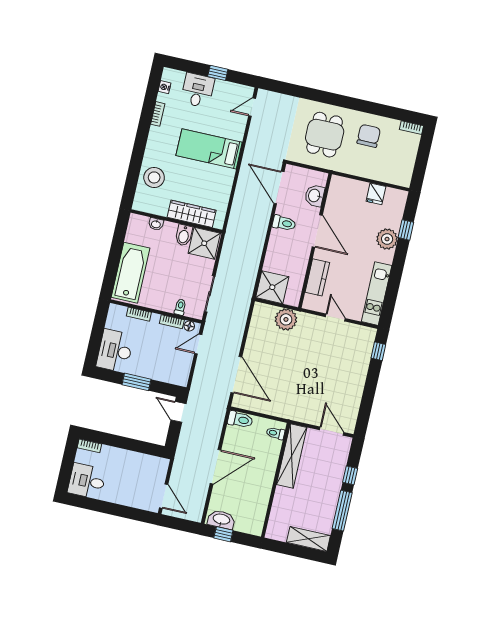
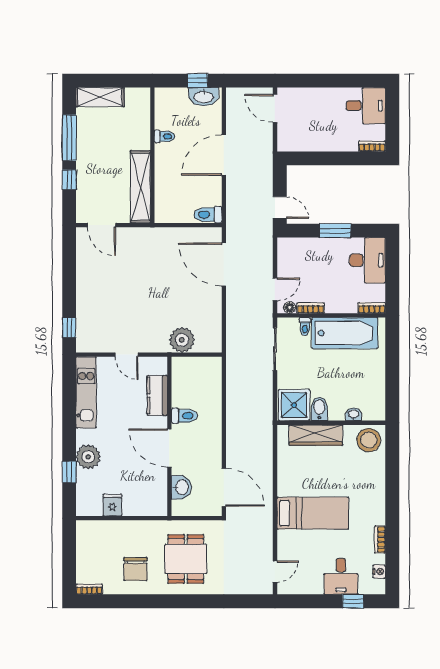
window: (218, 73) -> (353, 601), moved
stool: (154, 177) -> (369, 440), moved
toilet: (284, 223) -> (184, 416), moved, turned 180
bathtub: (131, 273) -> (345, 333), moved, turned -90
shower: (272, 287) -> (206, 373), removed
bookcase: (139, 314) -> (372, 308), moved
toilet: (275, 433) -> (165, 136), moved

